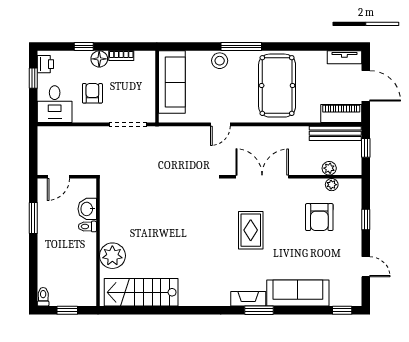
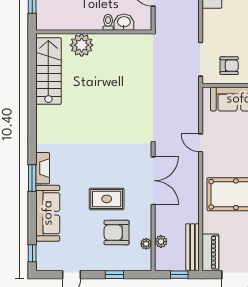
armchair: (92, 93) -> (229, 66), moved
rug: (251, 230) -> (107, 199), moved

